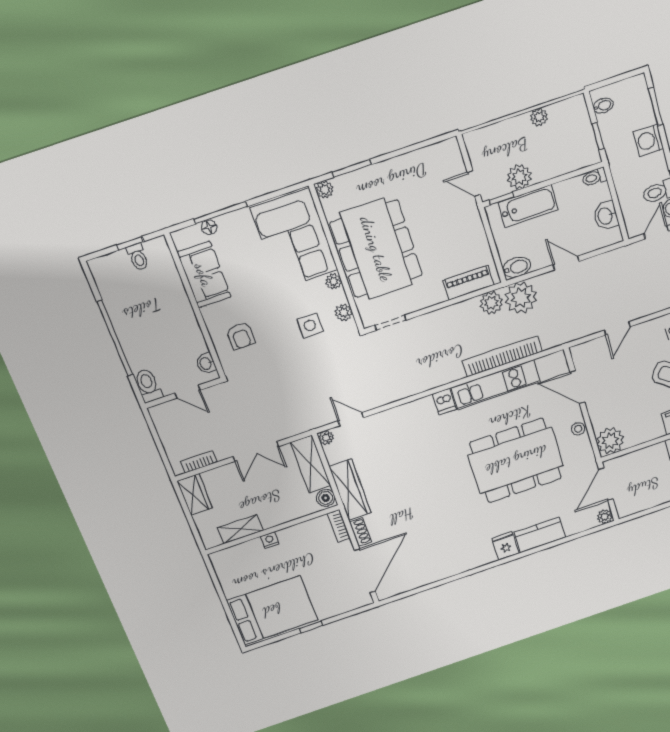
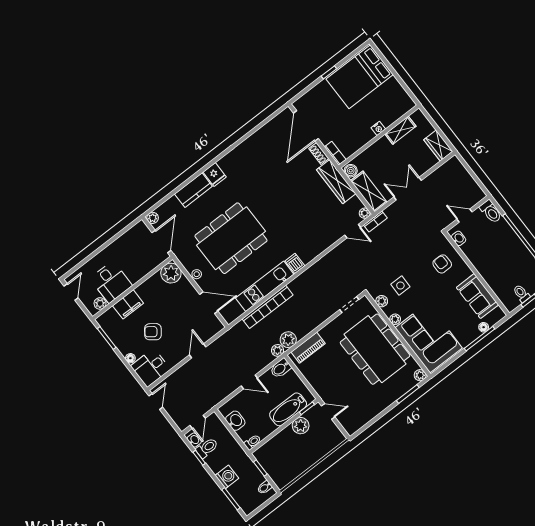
plant: (539, 117) -> (302, 466), removed
plant: (521, 298) -> (278, 350), width x0.53, depth x0.53
bookcase: (199, 462) -> (375, 222), moved

